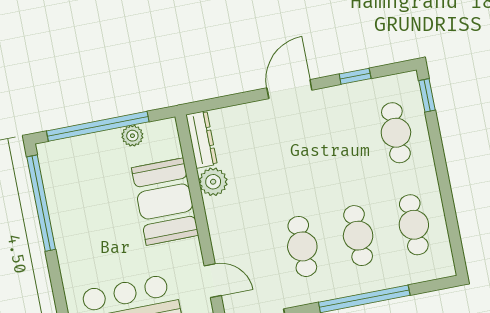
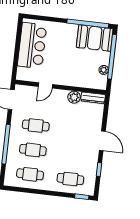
booth: (165, 202) -> (95, 38), moved
door: (213, 281) -> (45, 85), moved

